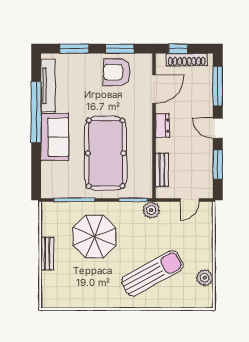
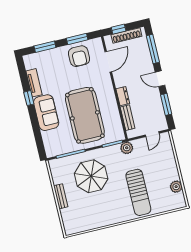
armchair: (117, 72) -> (79, 56), turned -90
tv unit: (48, 86) -> (34, 83), width x0.71
window: (36, 112) -> (29, 98), width x0.32
dresser: (162, 126) -> (123, 96), moved
sun lounger: (152, 273) -> (138, 192), turned 119

